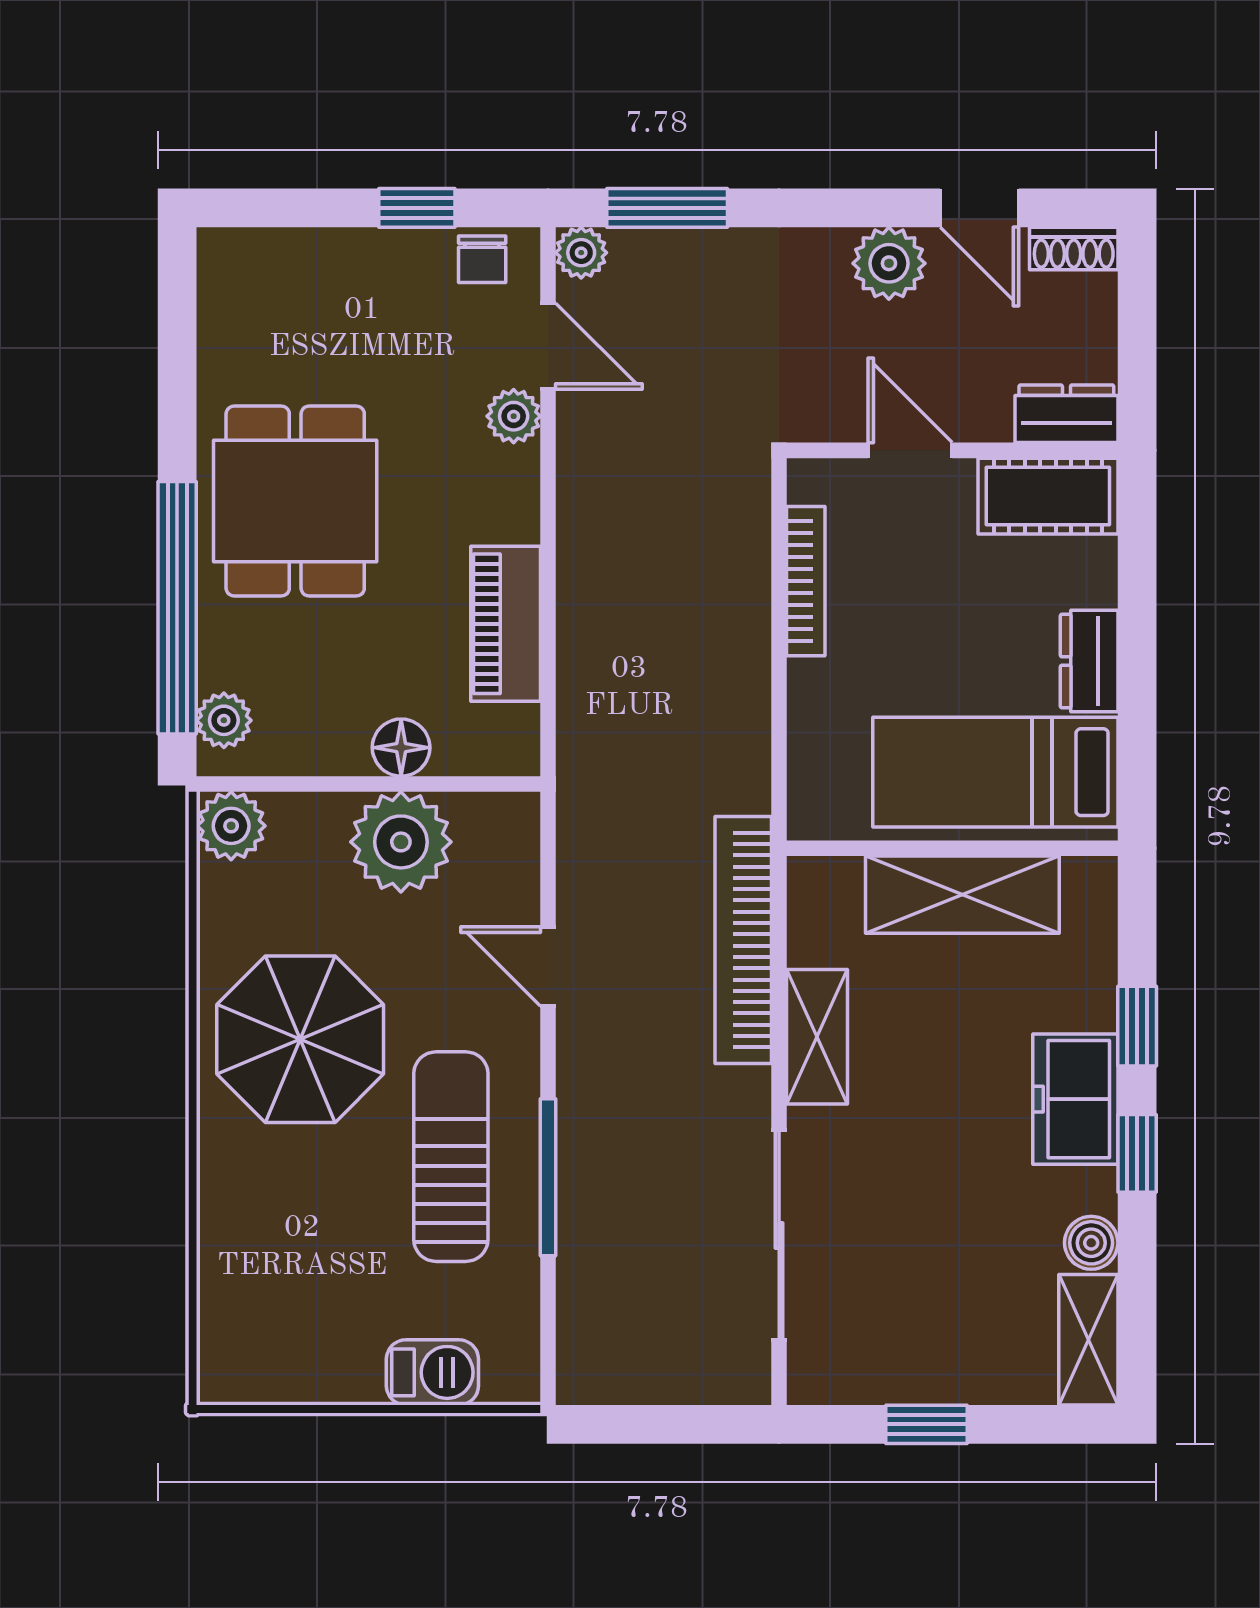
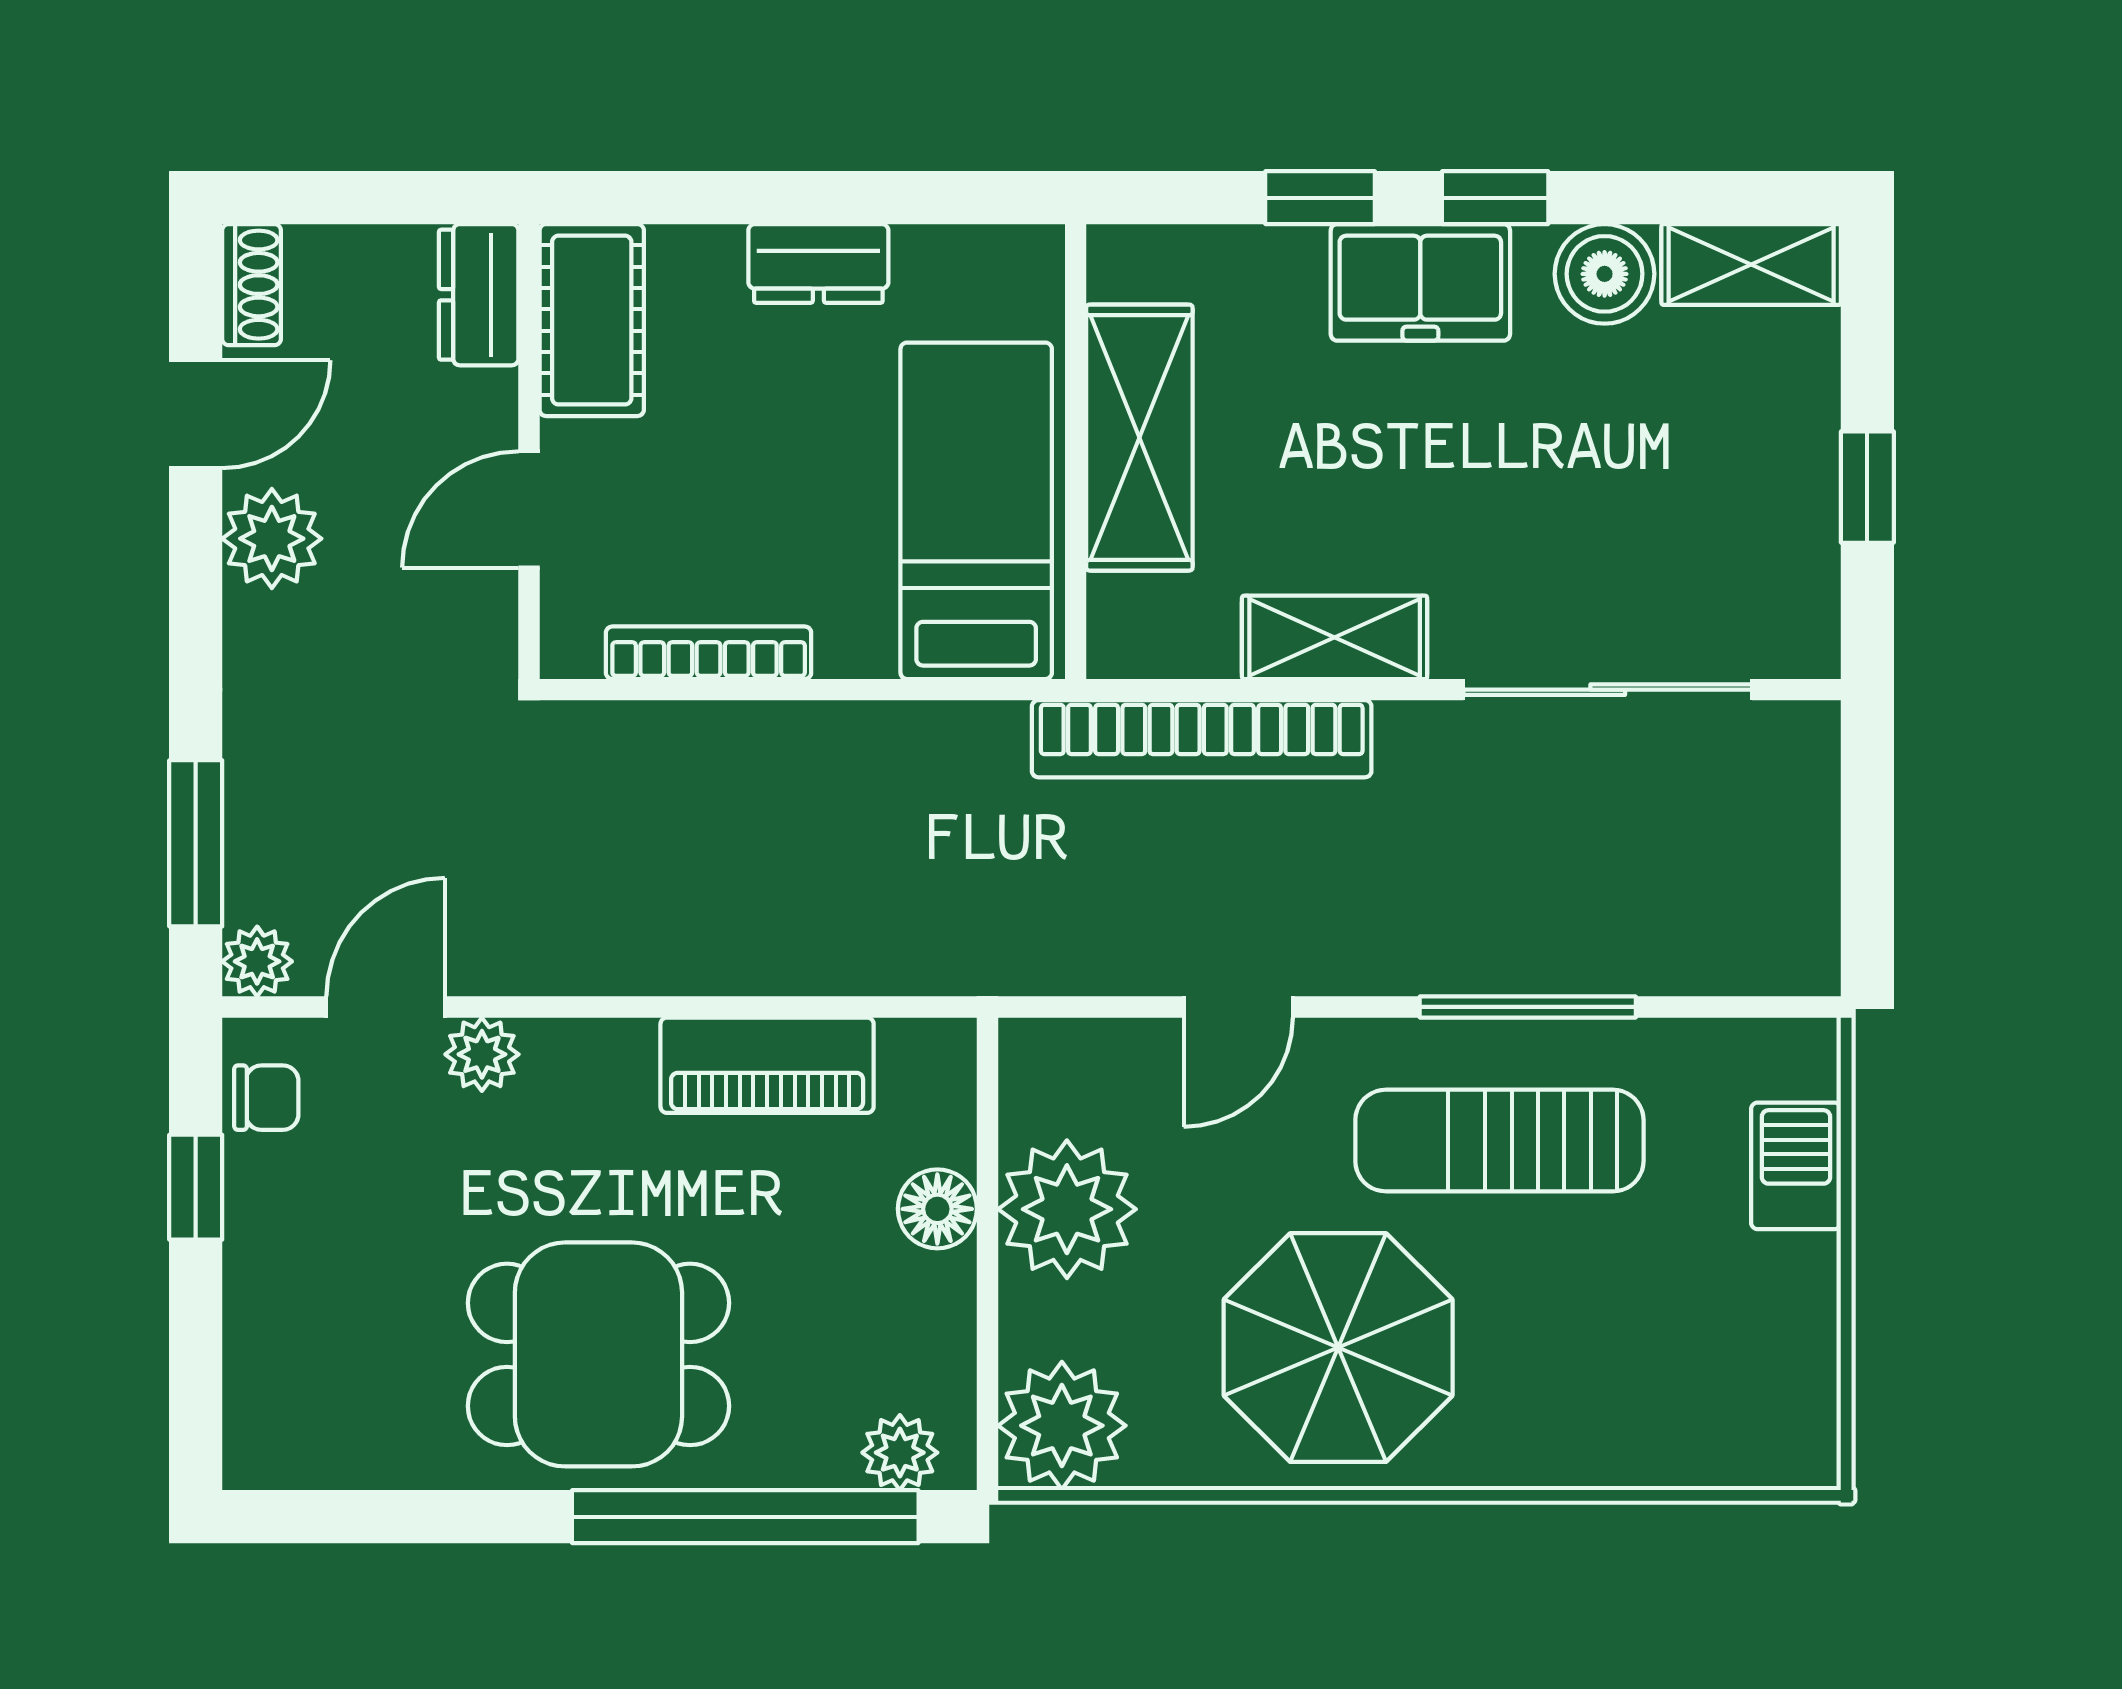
bed: (995, 772) -> (976, 511), moved, turned 180
plant: (231, 826) -> (1062, 1426), width x1.36, depth x1.36
boiler: (1091, 1243) -> (1605, 274), width x1.36, depth x1.36

